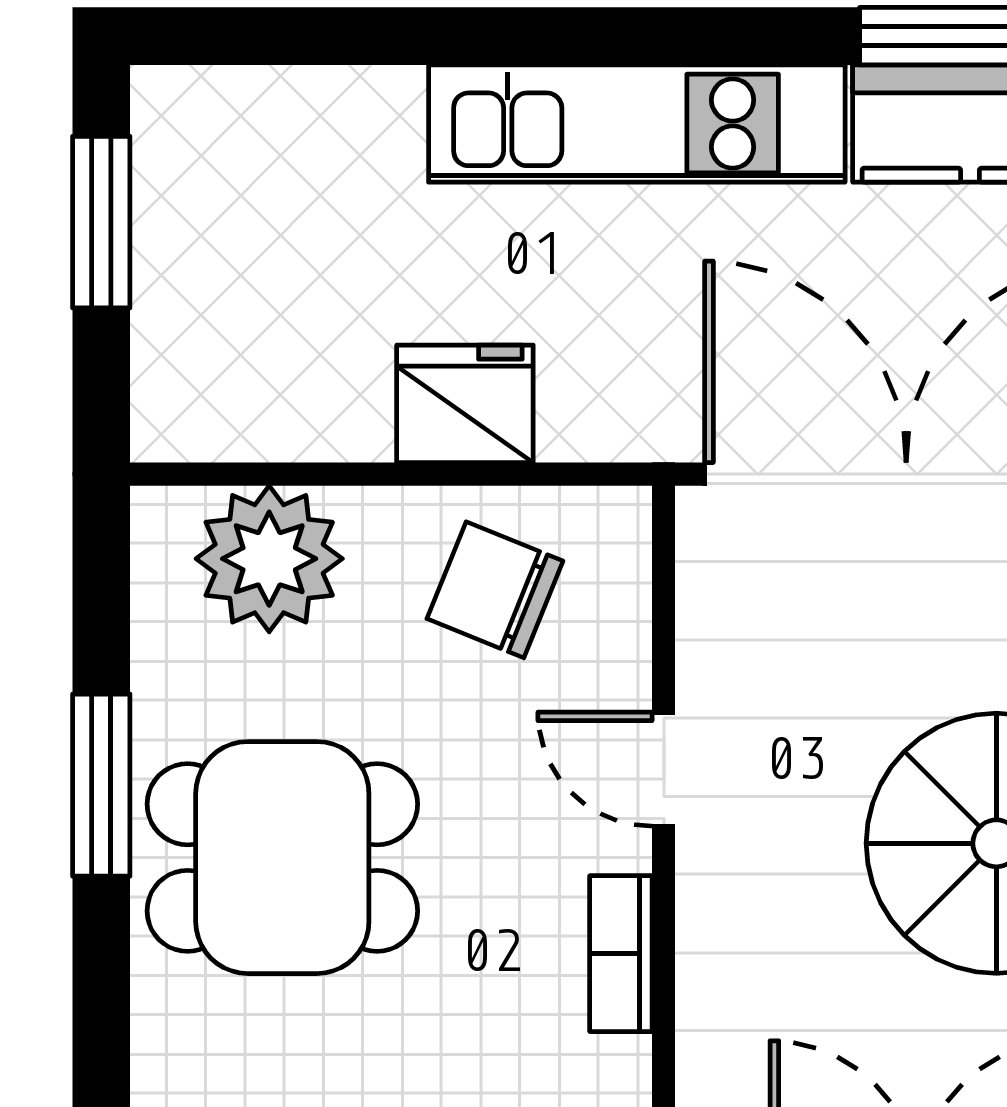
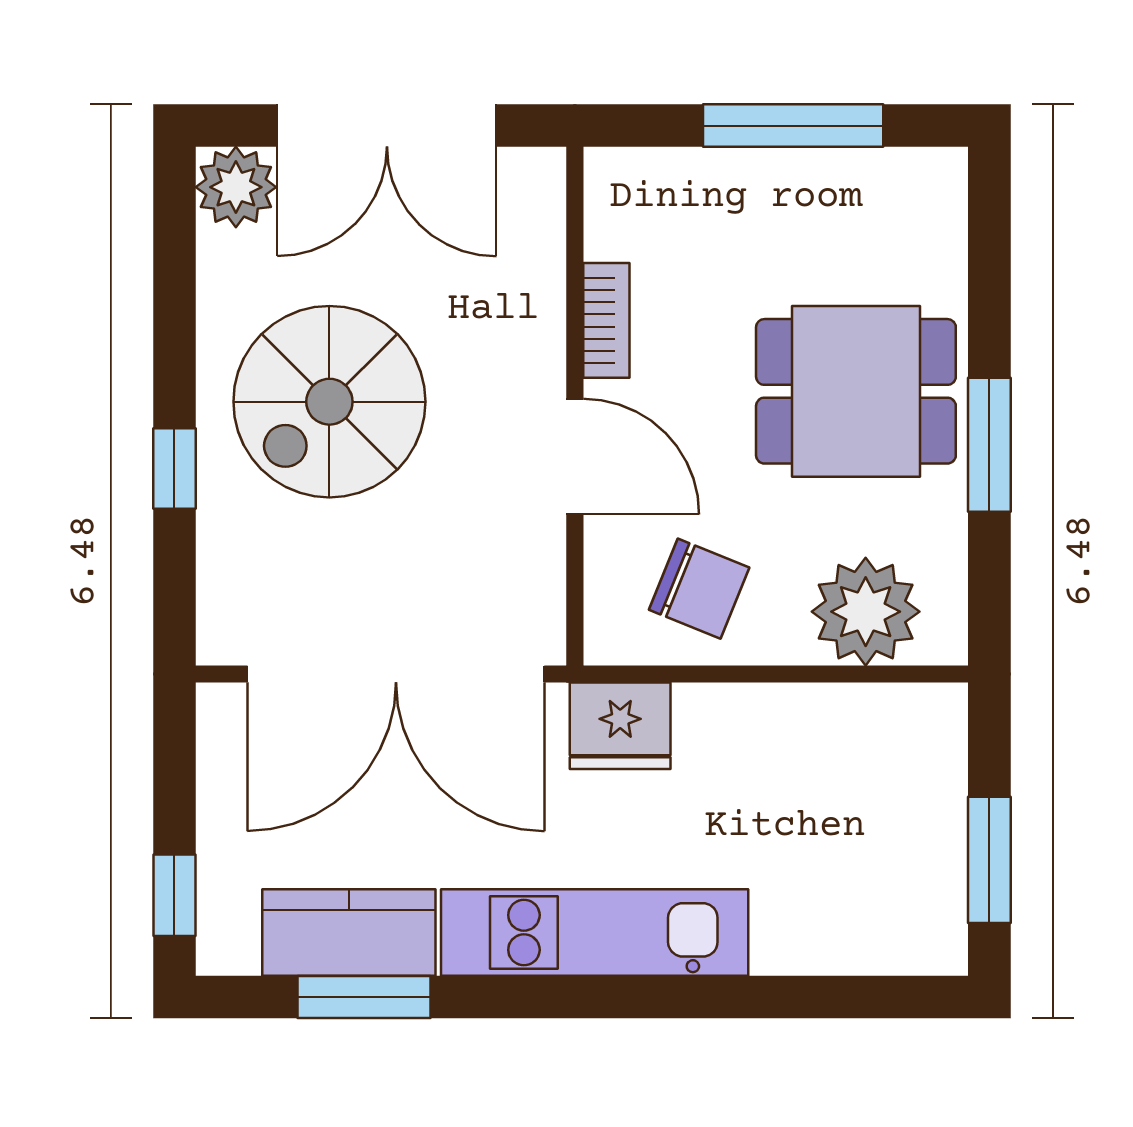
fridge: (465, 404) -> (620, 726), moved
door: (664, 769) -> (575, 456), width x1.38

